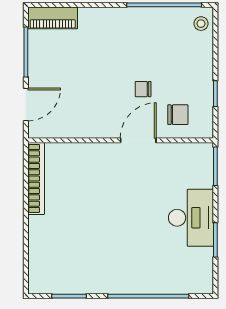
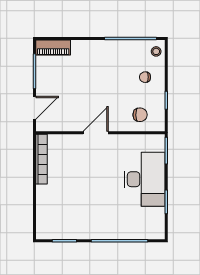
chair: (143, 89) -> (145, 77), moved
door: (138, 140) -> (96, 133), moved
desk: (191, 218) -> (145, 179), width x1.36, depth x1.30

